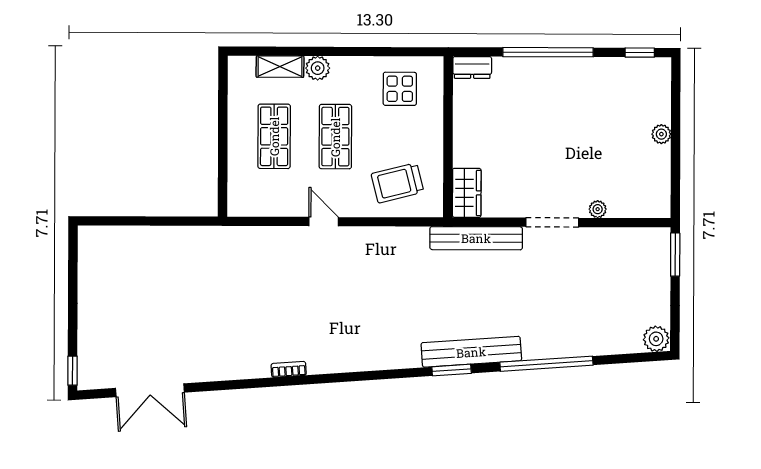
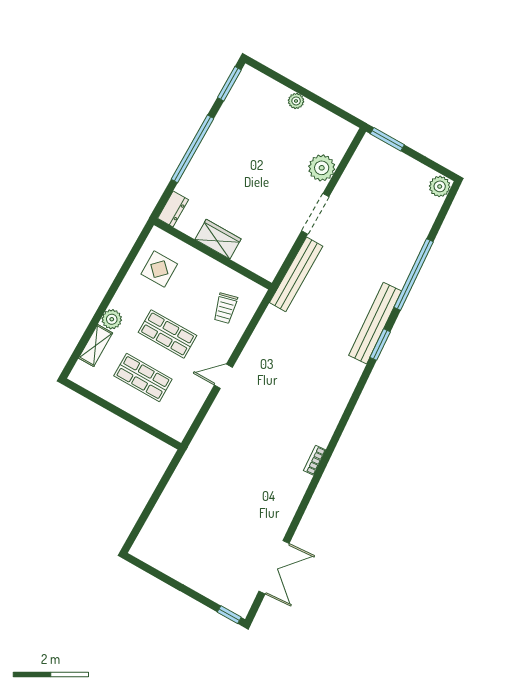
window: (640, 53) -> (229, 84), width x1.50
trolley: (397, 183) -> (225, 308), width x0.73, depth x0.72
wardrobe: (467, 193) -> (218, 239), moved
plant: (598, 209) -> (322, 168), width x1.88, depth x1.88

